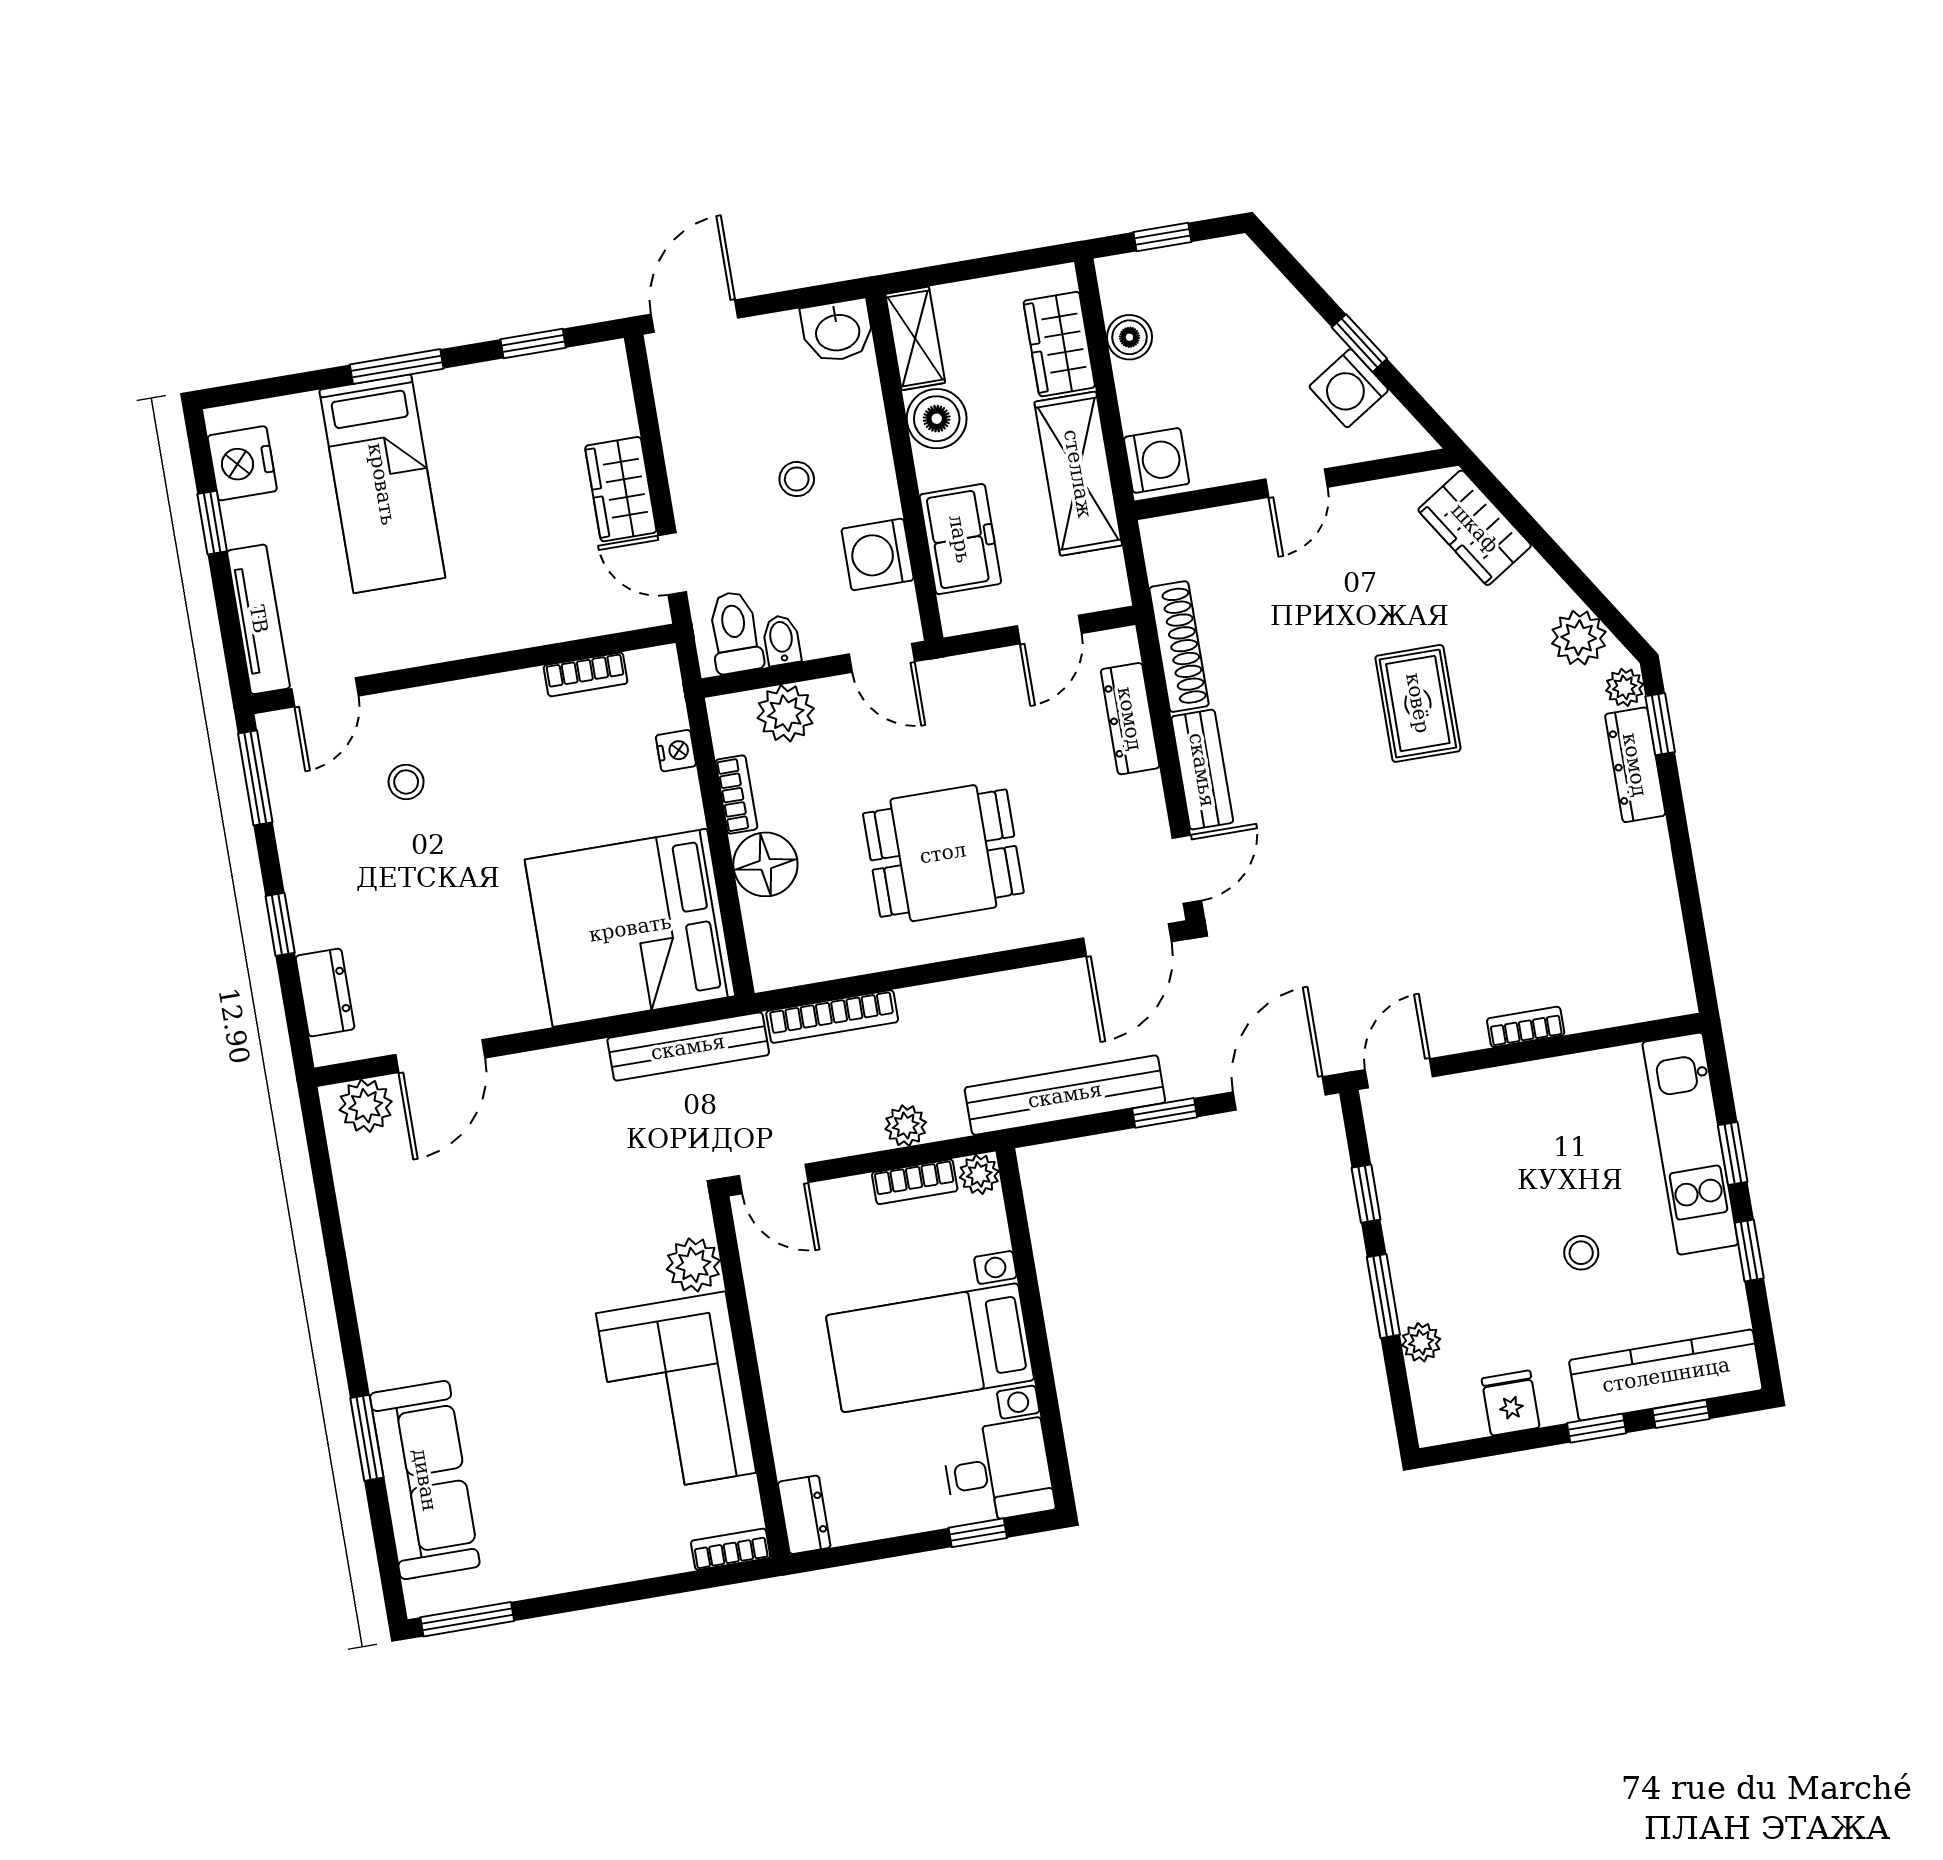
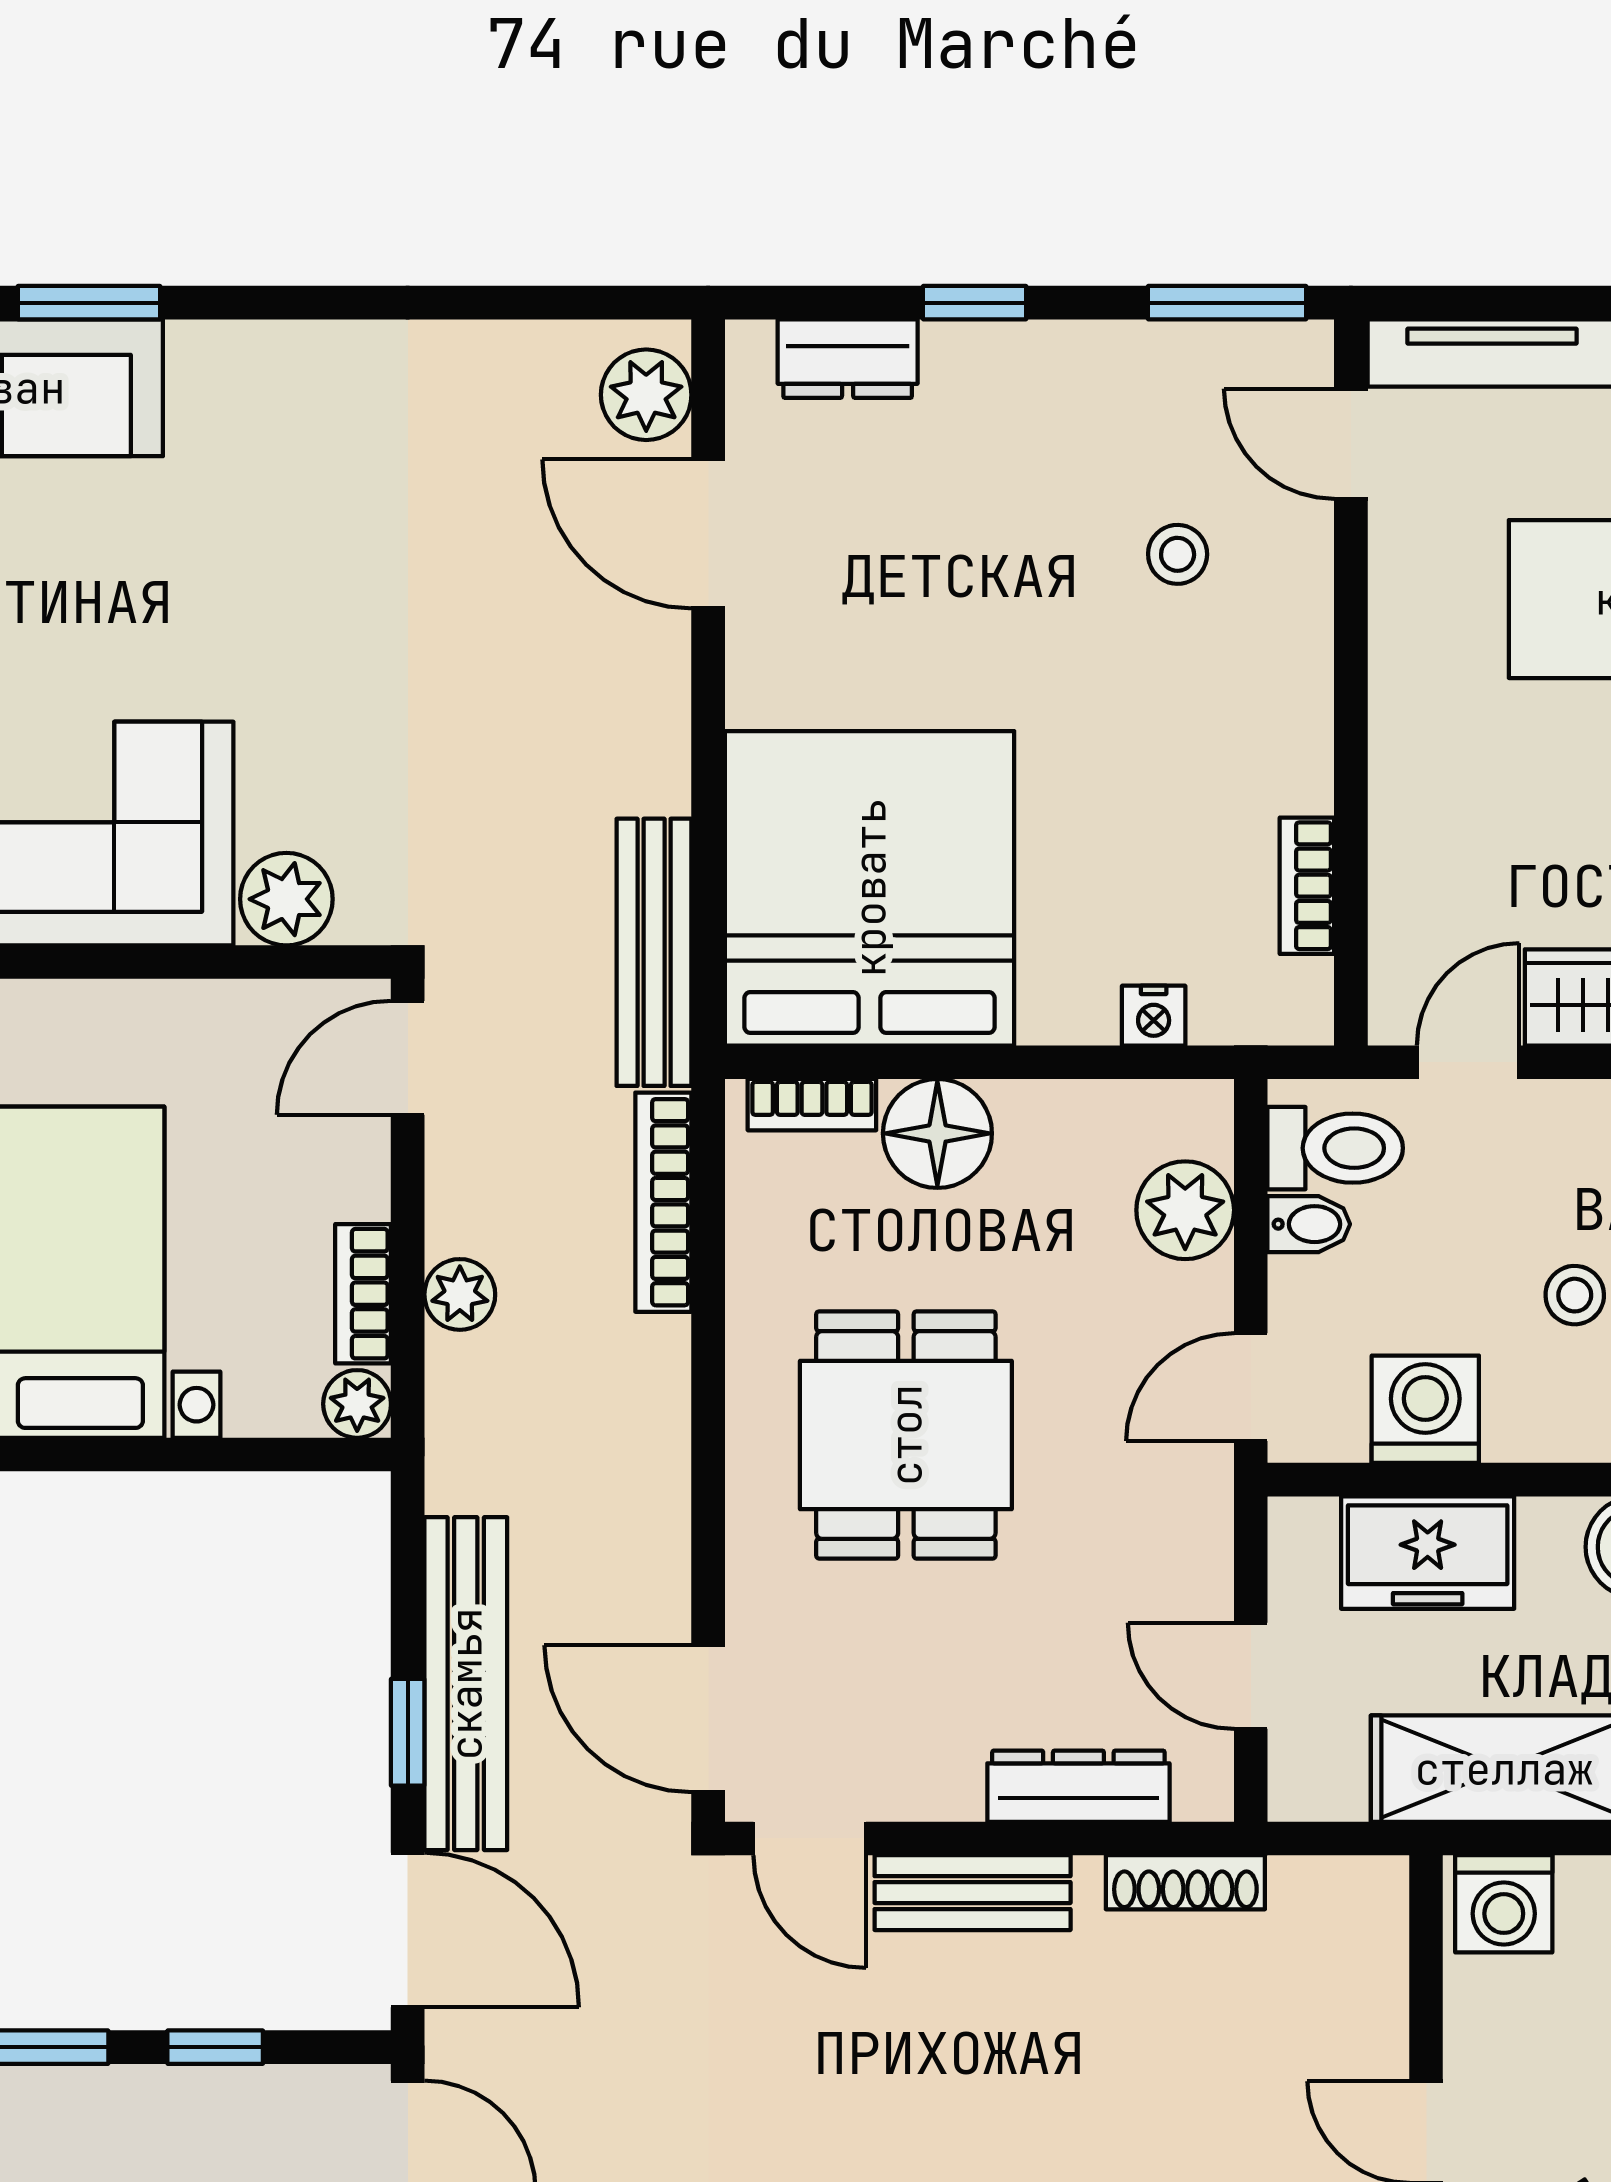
shoe rack: (1179, 647) -> (1185, 1882), width x0.74, depth x0.81
bookcase: (736, 795) -> (812, 1105), moved
bench: (1065, 1095) -> (466, 1684), moved

